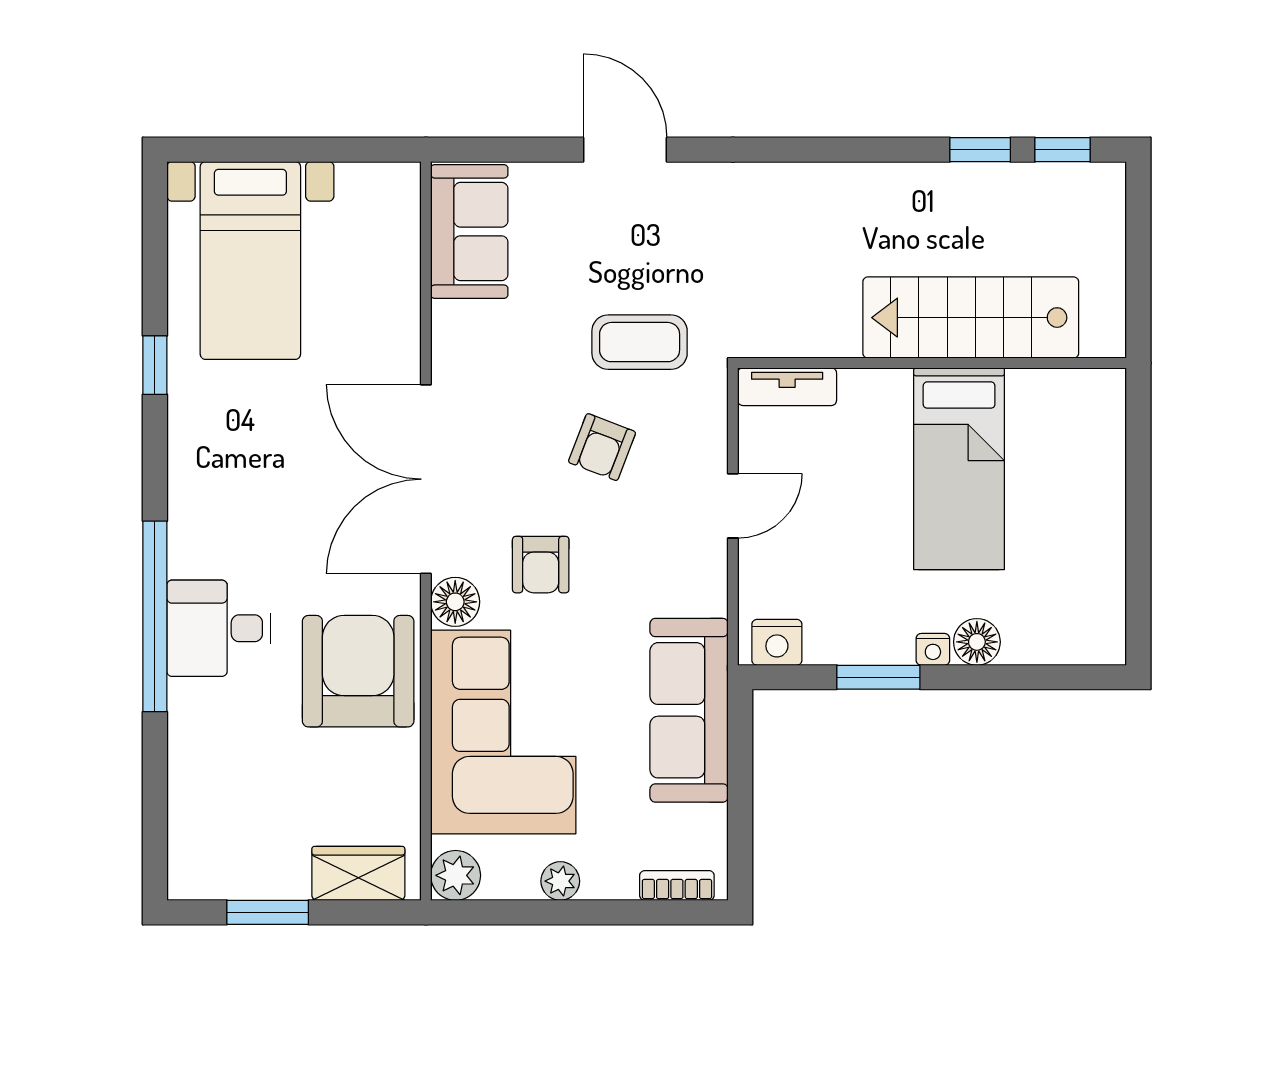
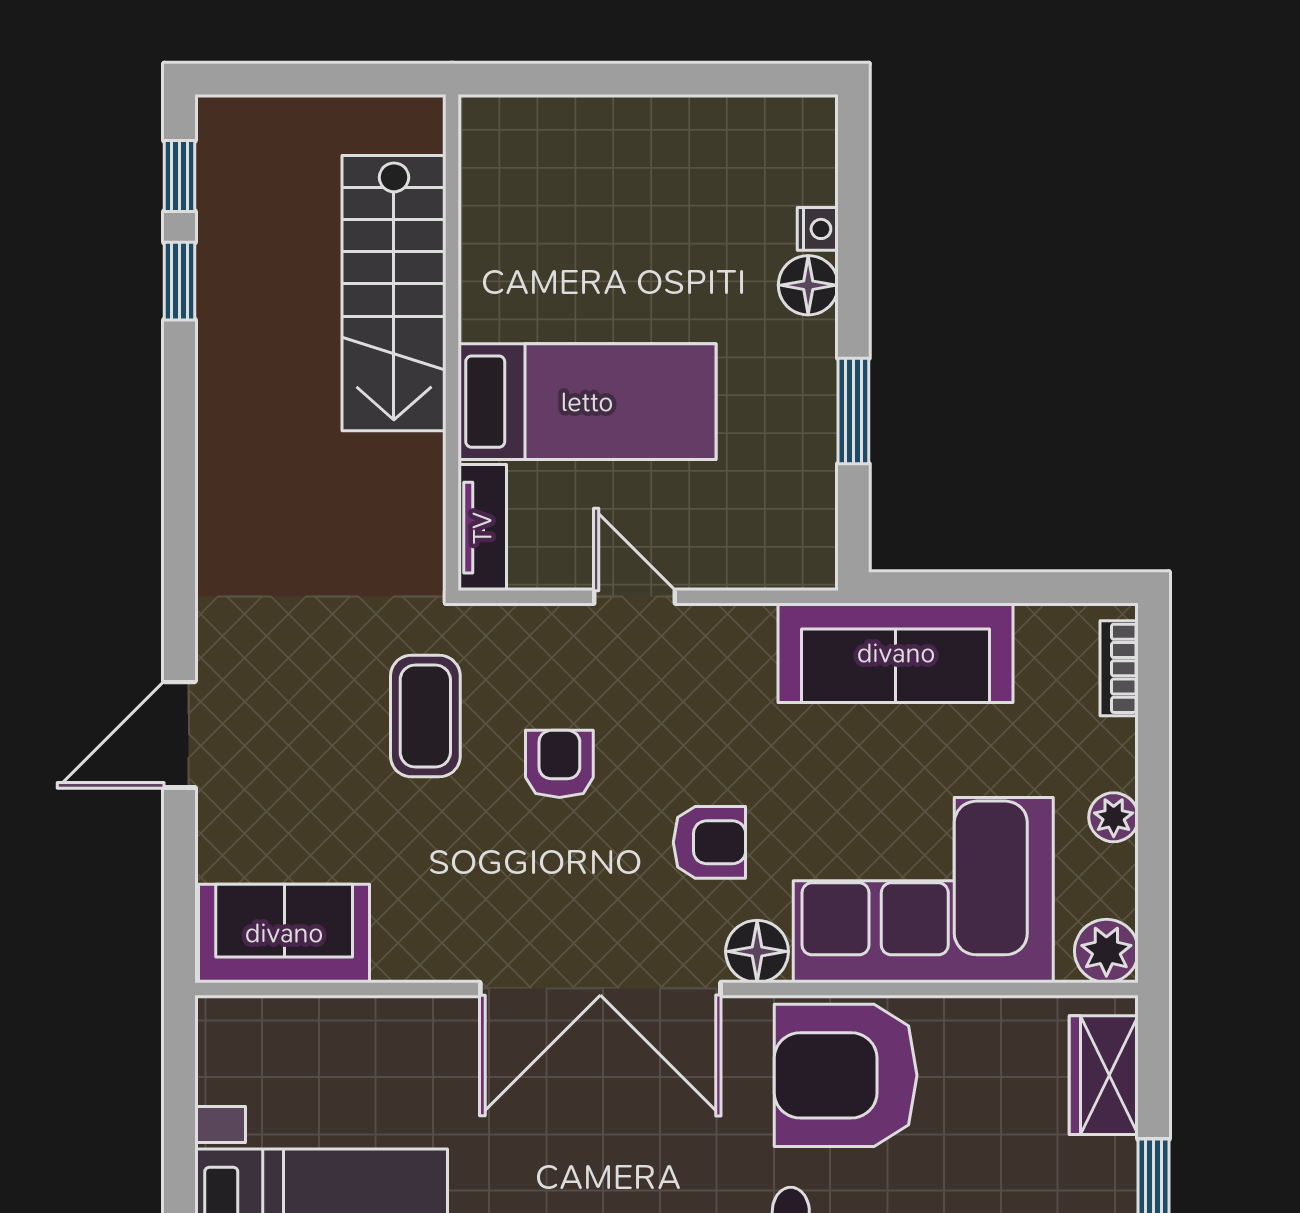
armchair: (602, 447) -> (559, 764), turned -111
bed: (959, 469) -> (587, 402), moved
nightstand: (777, 642) -> (809, 541), removed
nightstand: (933, 649) -> (818, 229), moved

